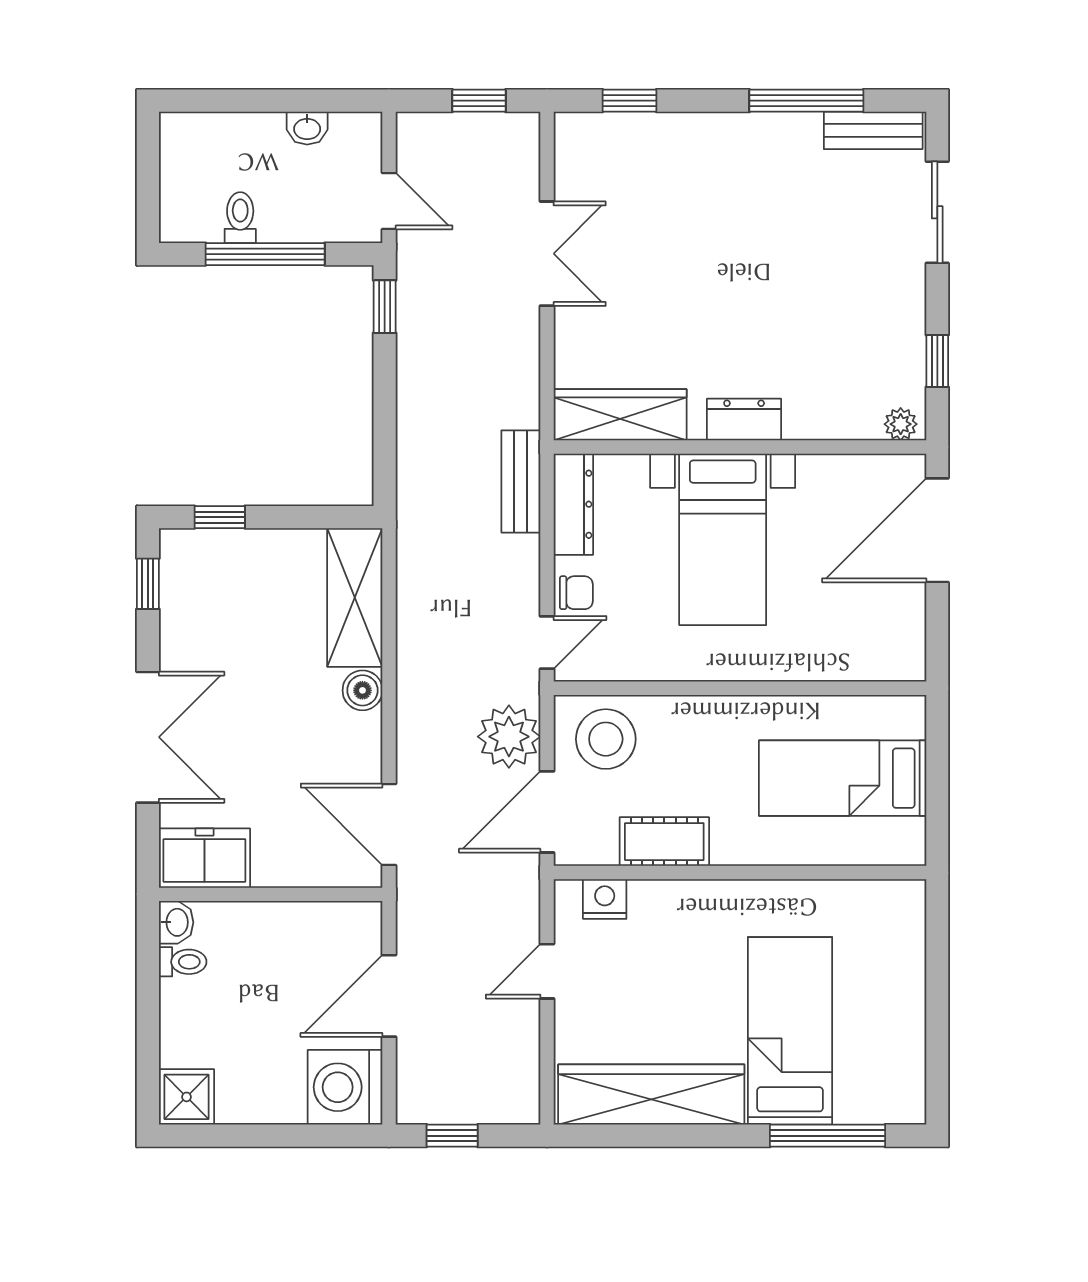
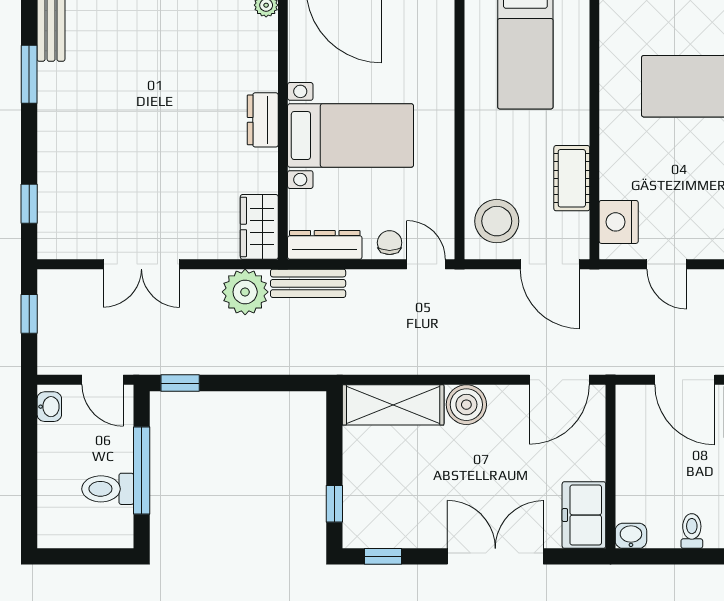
window: (806, 101) -> (29, 74), width x0.69
washbasin: (307, 128) -> (49, 407), moved
door: (389, 201) -> (103, 380), swing flipped
toilet: (240, 218) -> (108, 489), width x1.37, depth x1.39
double door: (547, 254) -> (141, 264), swing flipped
wardrobe: (620, 415) -> (259, 227), width x0.67
boiler: (362, 690) -> (466, 405), width x1.36, depth x1.36
plant: (509, 737) -> (245, 292), moved
nightstand: (605, 899) -> (619, 222), width x1.36, depth x1.33
toilet: (183, 962) -> (692, 531), moved

